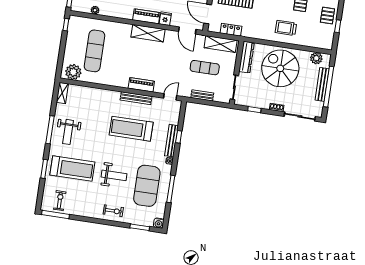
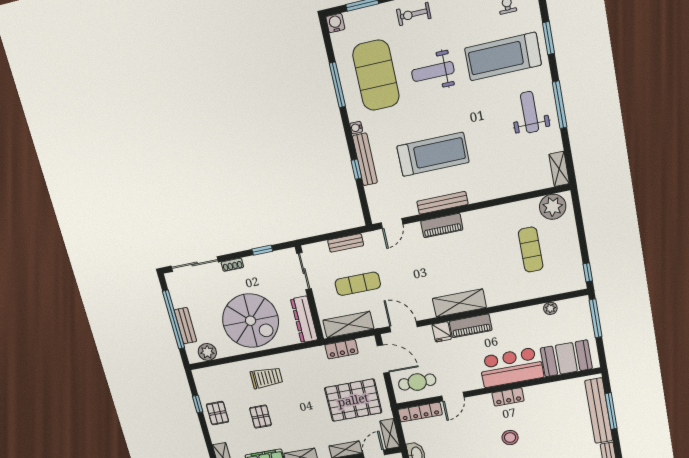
exercise mat: (94, 51) -> (531, 250), width x0.73, depth x0.69
bench: (322, 84) -> (185, 326), width x0.73

